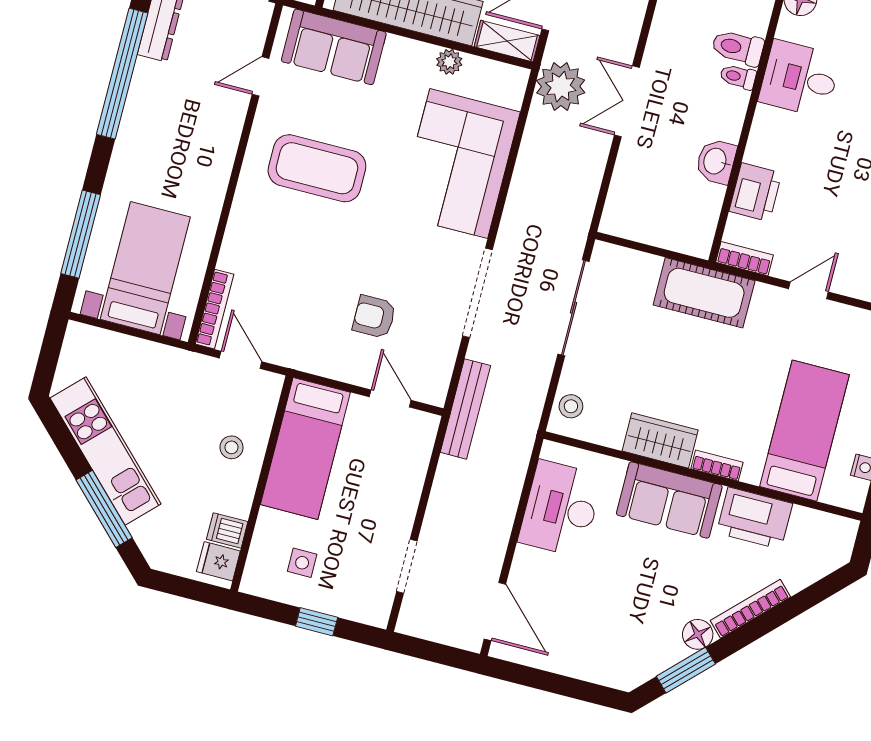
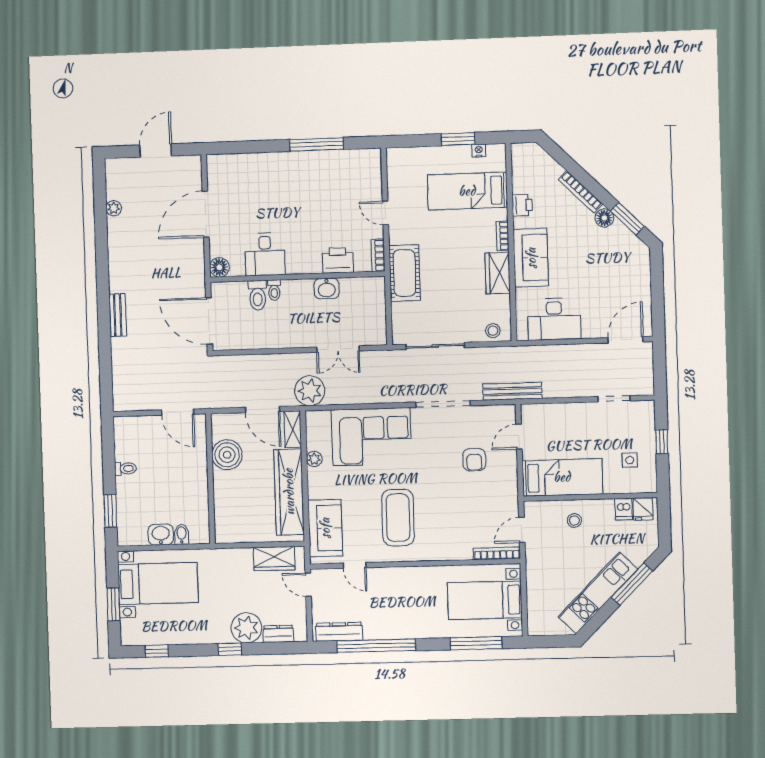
double door: (627, 101) -> (338, 349), moved
printer: (755, 518) -> (522, 205), width x0.53, depth x0.68

